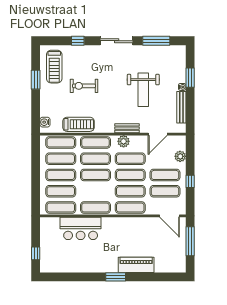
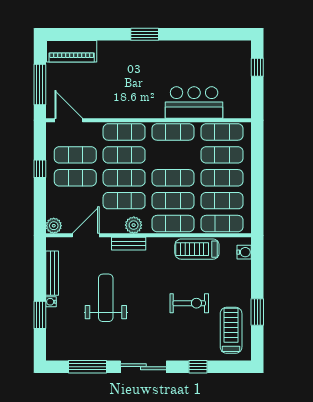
plant: (180, 156) -> (54, 226), moved
piano: (136, 265) -> (72, 51), moved

